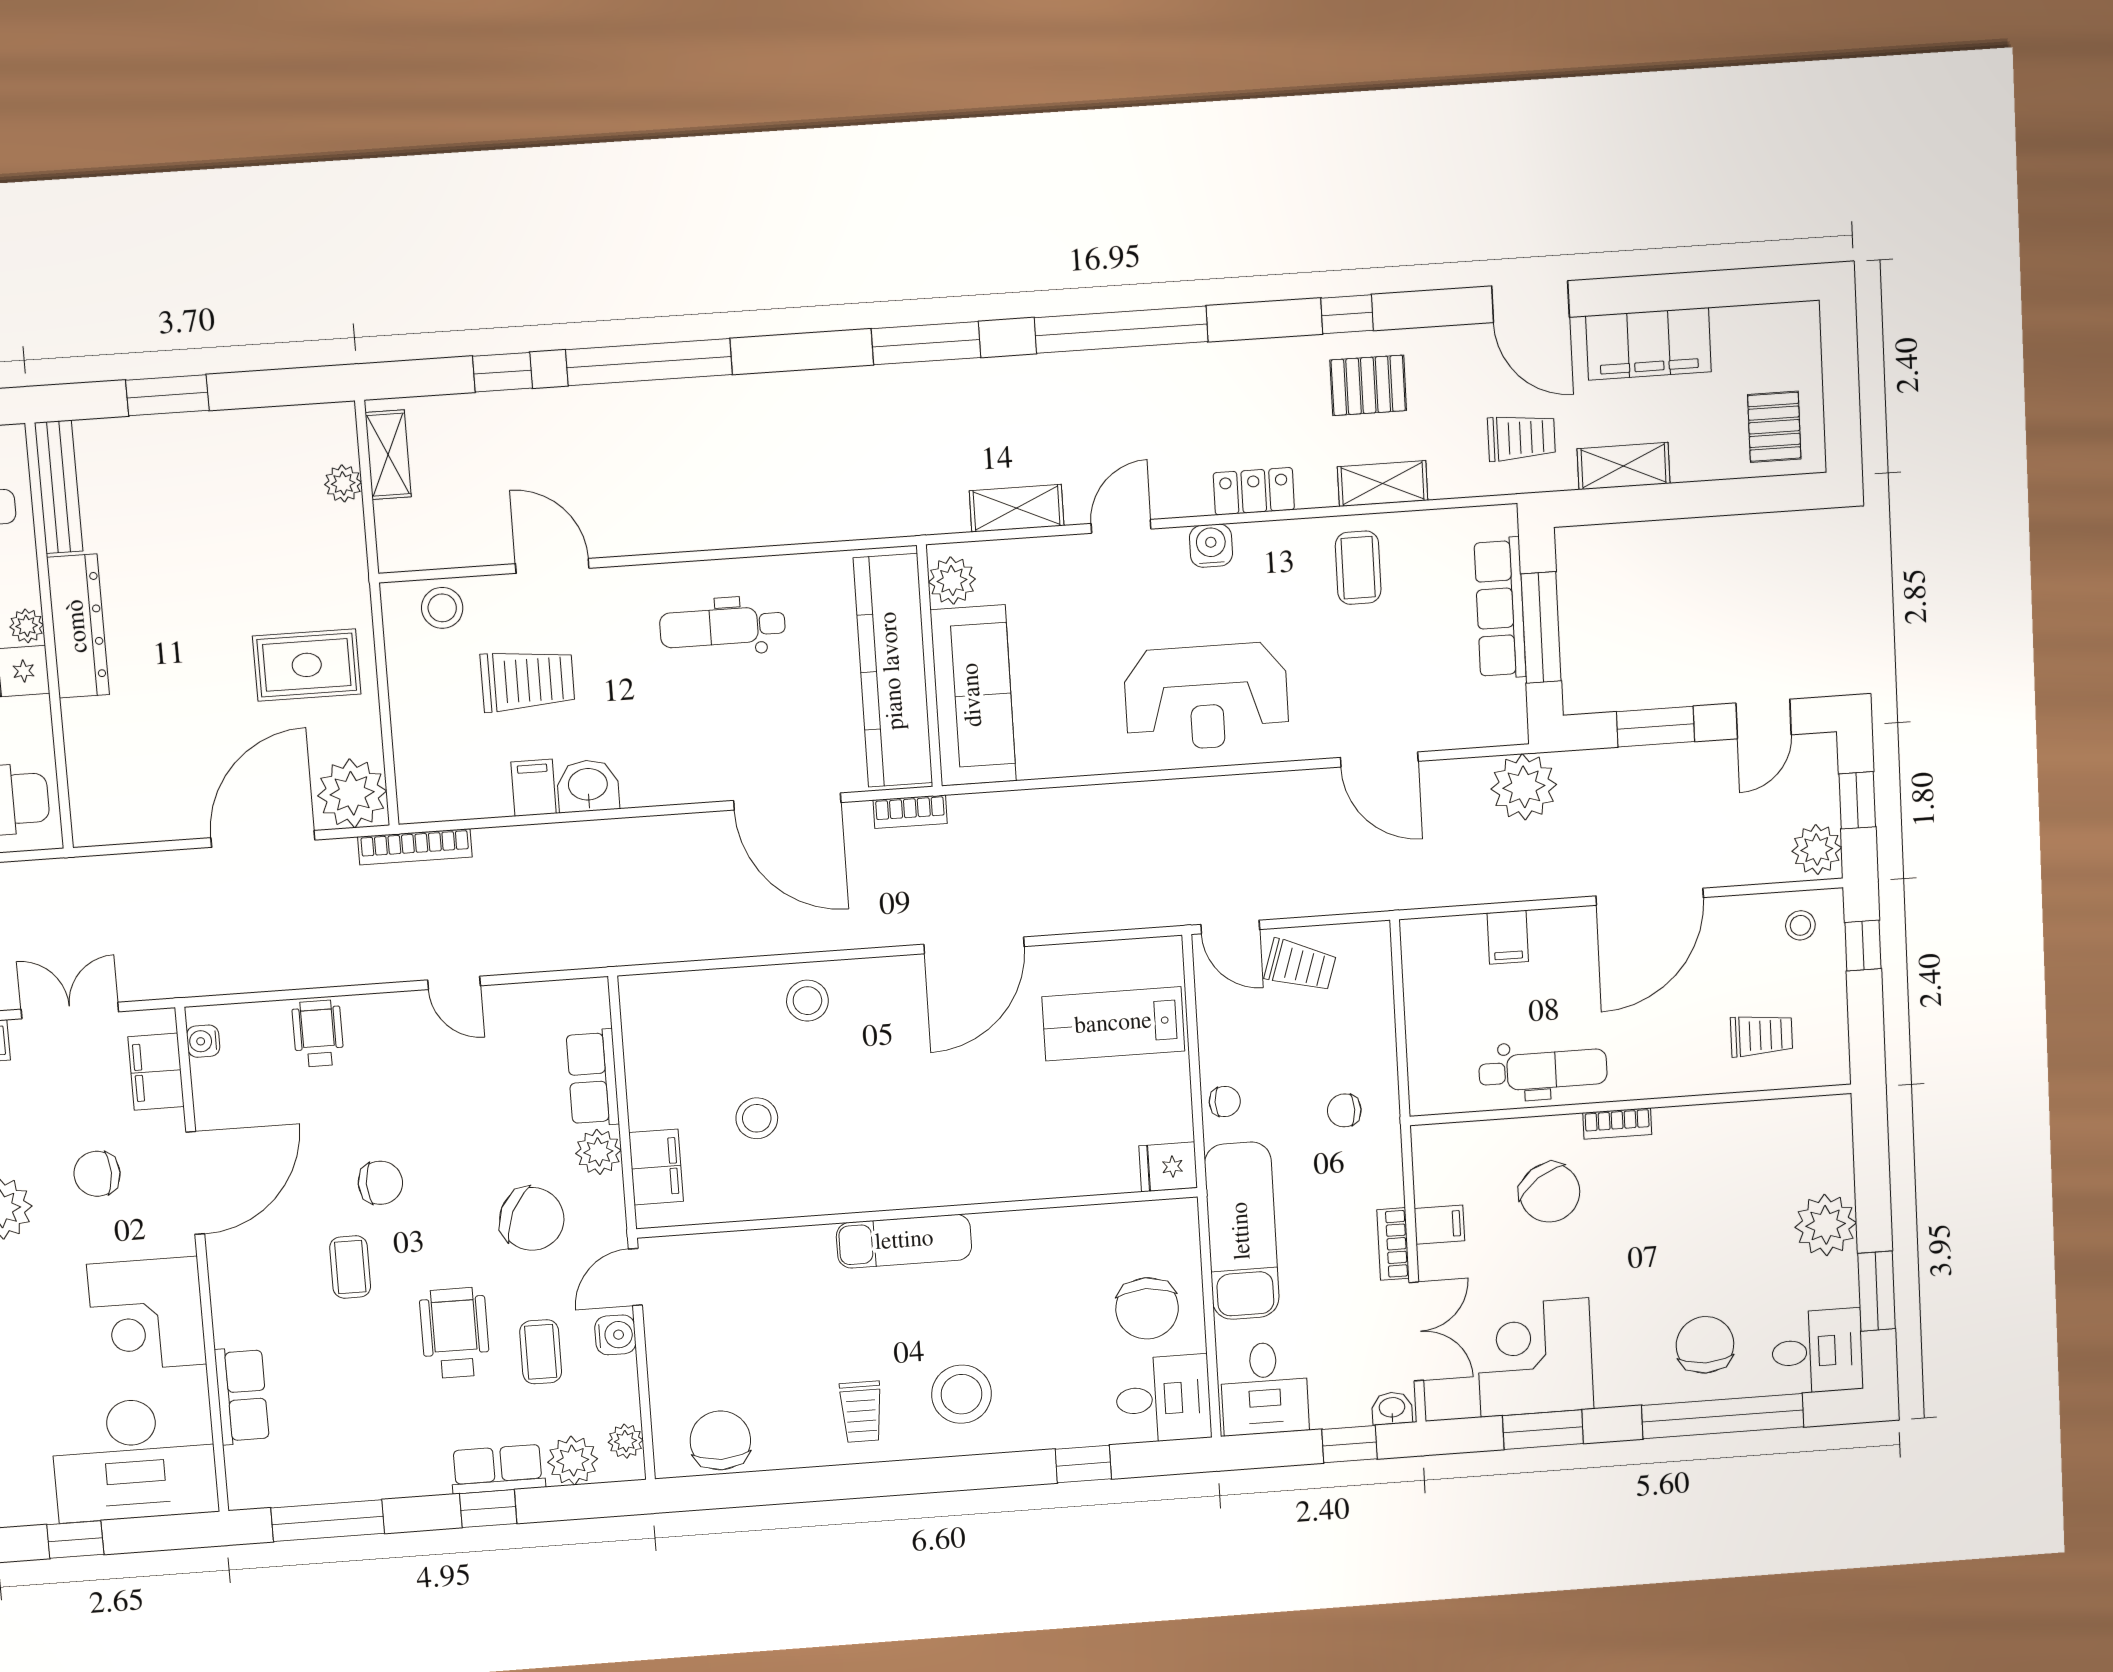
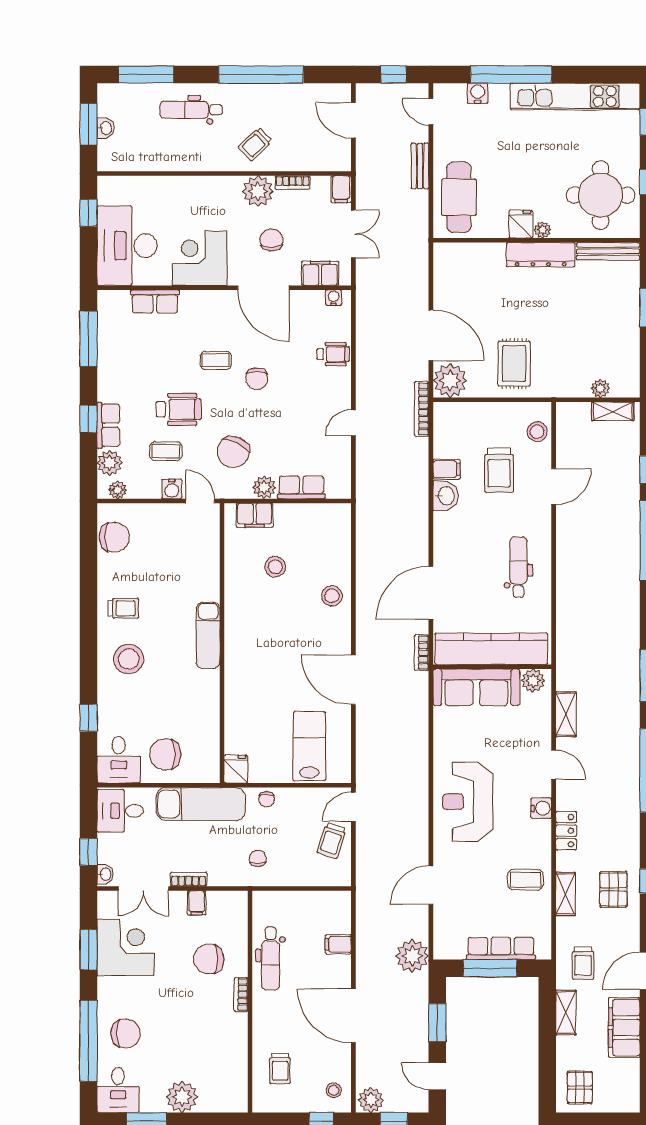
pallet: (1774, 427) -> (580, 1088), turned 90
chair: (1550, 1192) -> (209, 959), turned 35
trolley: (861, 1412) -> (124, 608), turned 180

